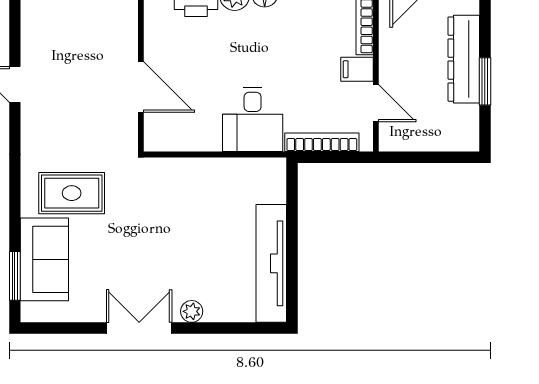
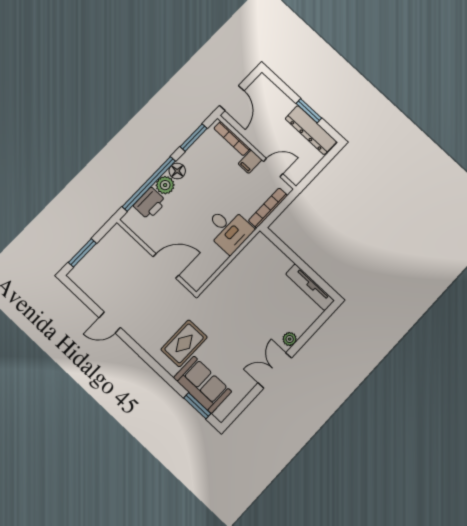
dresser: (464, 59) -> (311, 130), moved
tv unit: (271, 263) -> (310, 287), width x0.73, depth x0.78

